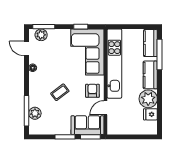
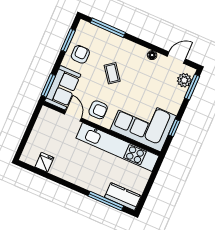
kitchen counter: (150, 75) -> (88, 181), removed
plant: (148, 99) -> (62, 167), removed
plant: (35, 113) -> (101, 36), removed
armchair: (56, 123) -> (80, 54), added
window: (65, 137) -> (68, 40), moved

